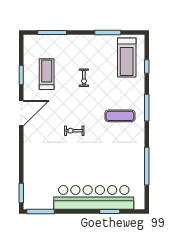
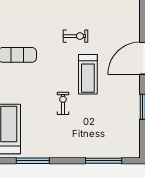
treadmill: (47, 74) -> (88, 74), moved

